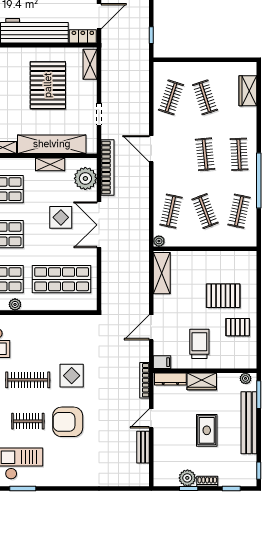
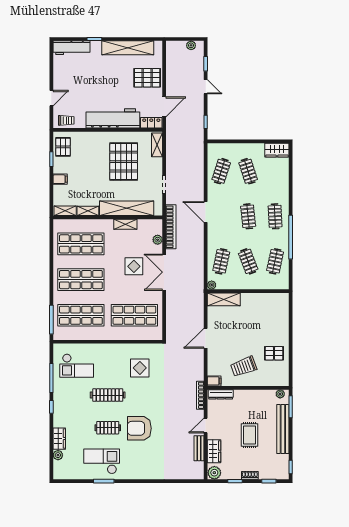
wardrobe: (248, 91) -> (277, 150), moved, turned -90
plant: (85, 178) -> (158, 240), width x0.53, depth x0.53
shelving: (162, 273) -> (224, 299), moved, turned 90
pallet: (223, 296) -> (262, 328), removed
plant: (15, 304) -> (98, 335), removed
door: (151, 327) -> (206, 338), moved
trolley: (199, 344) -> (244, 366), turned -110
display table: (72, 376) -> (140, 368), moved
wardrobe: (202, 381) -> (214, 451), moved, turned -90
plant: (187, 478) -> (214, 473), moved

